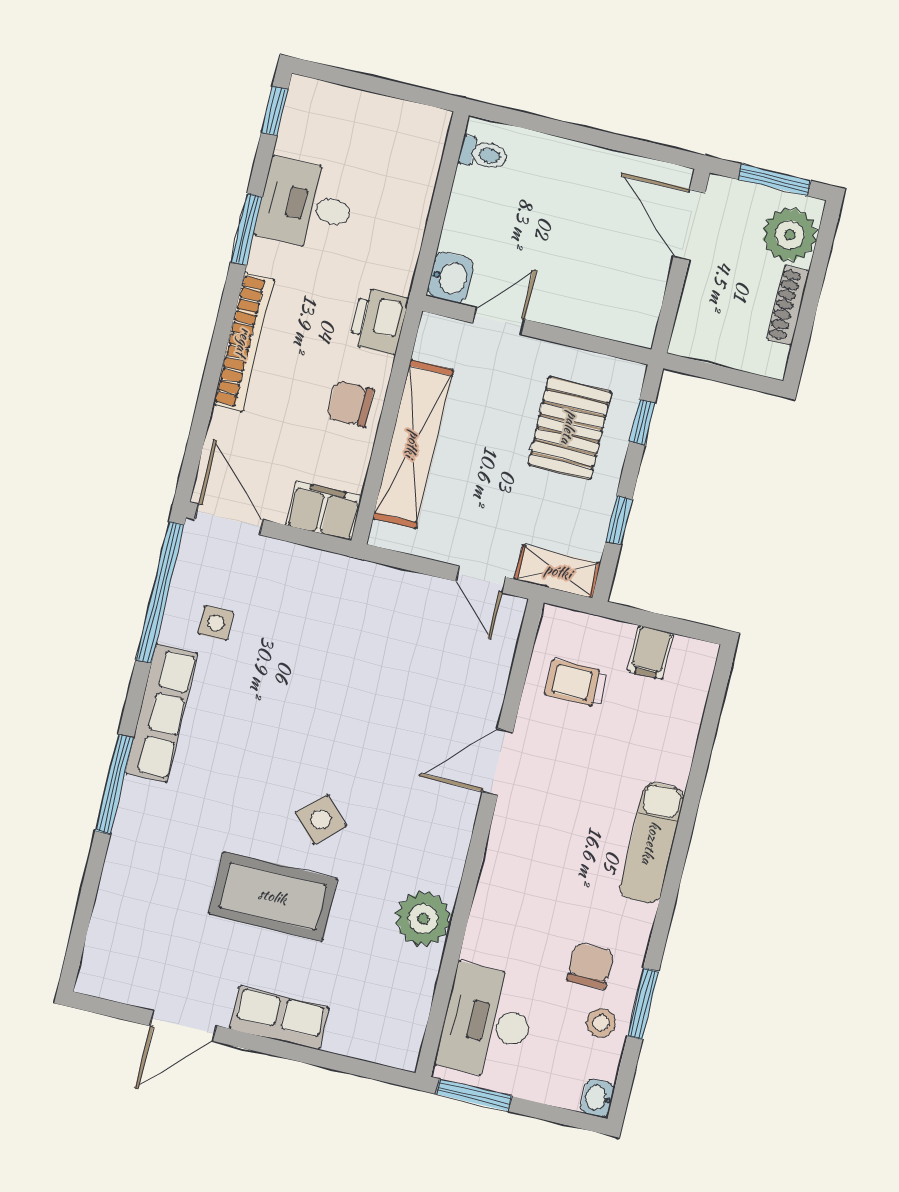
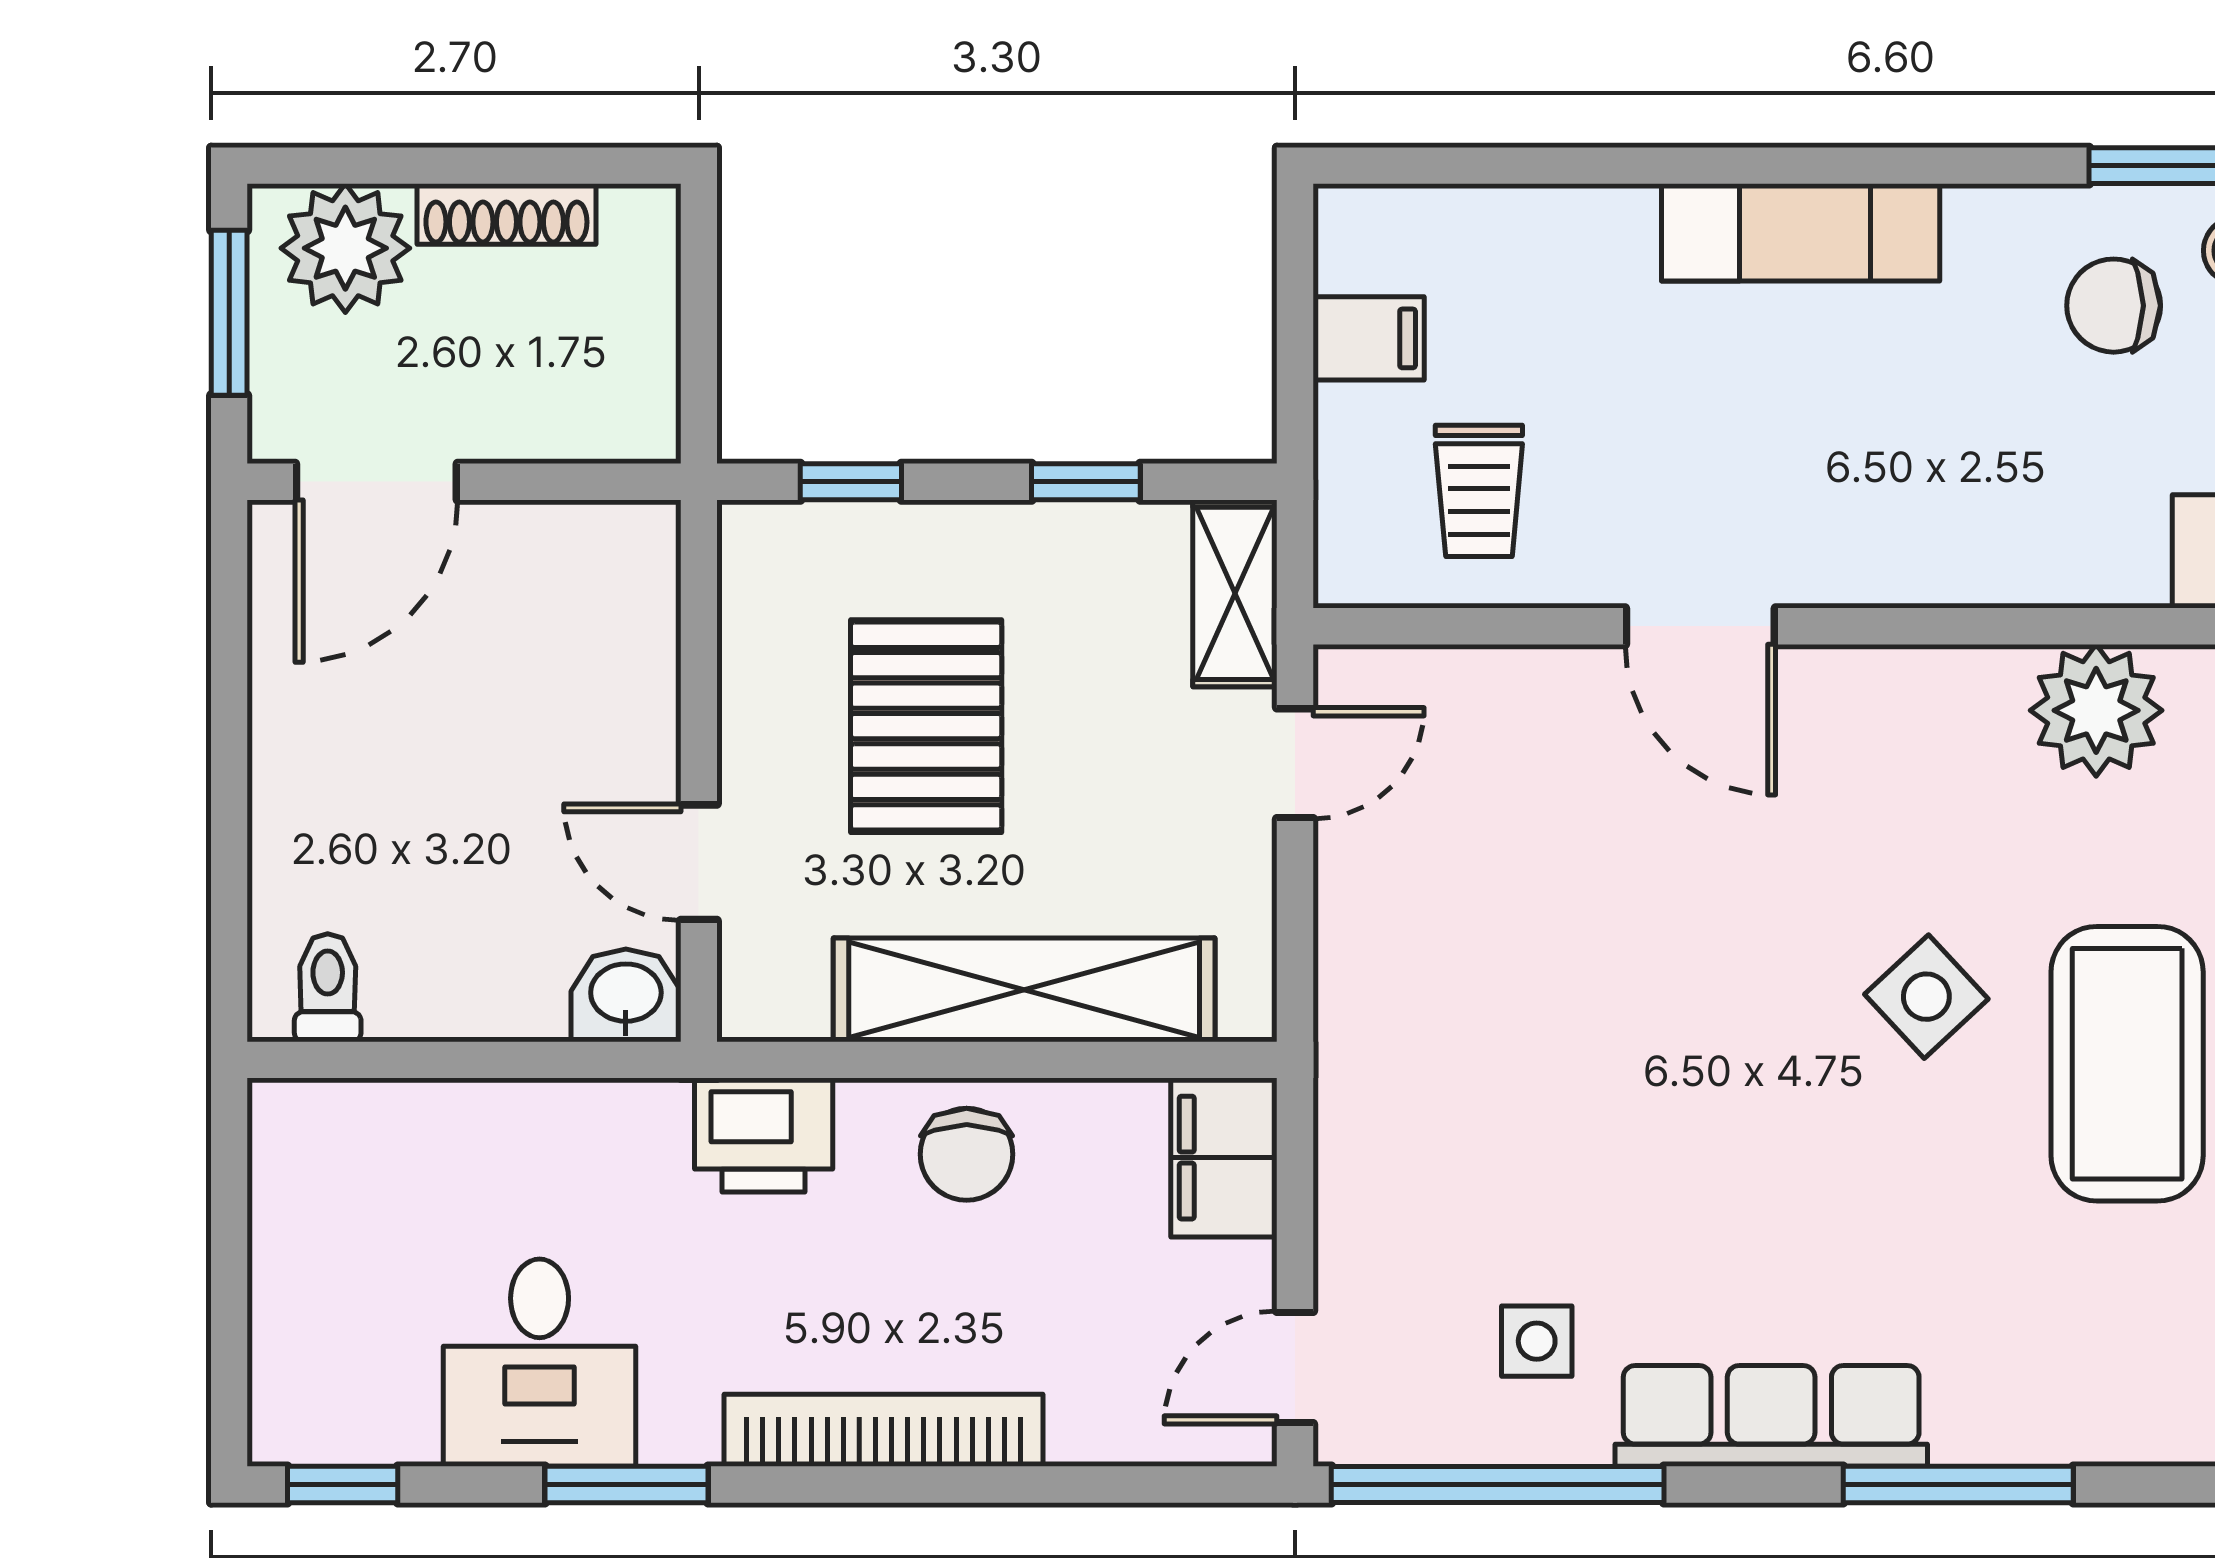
pallet: (570, 428) -> (926, 726), moved, turned 90
door: (229, 519) -> (1295, 1367), width x0.73

